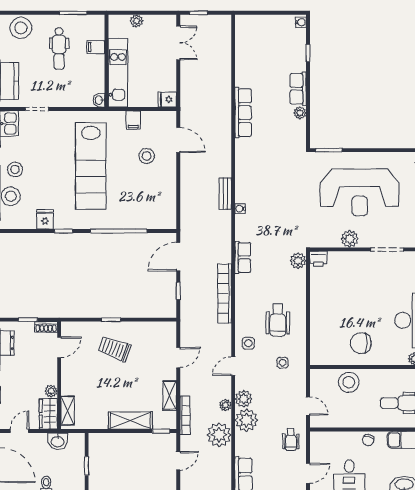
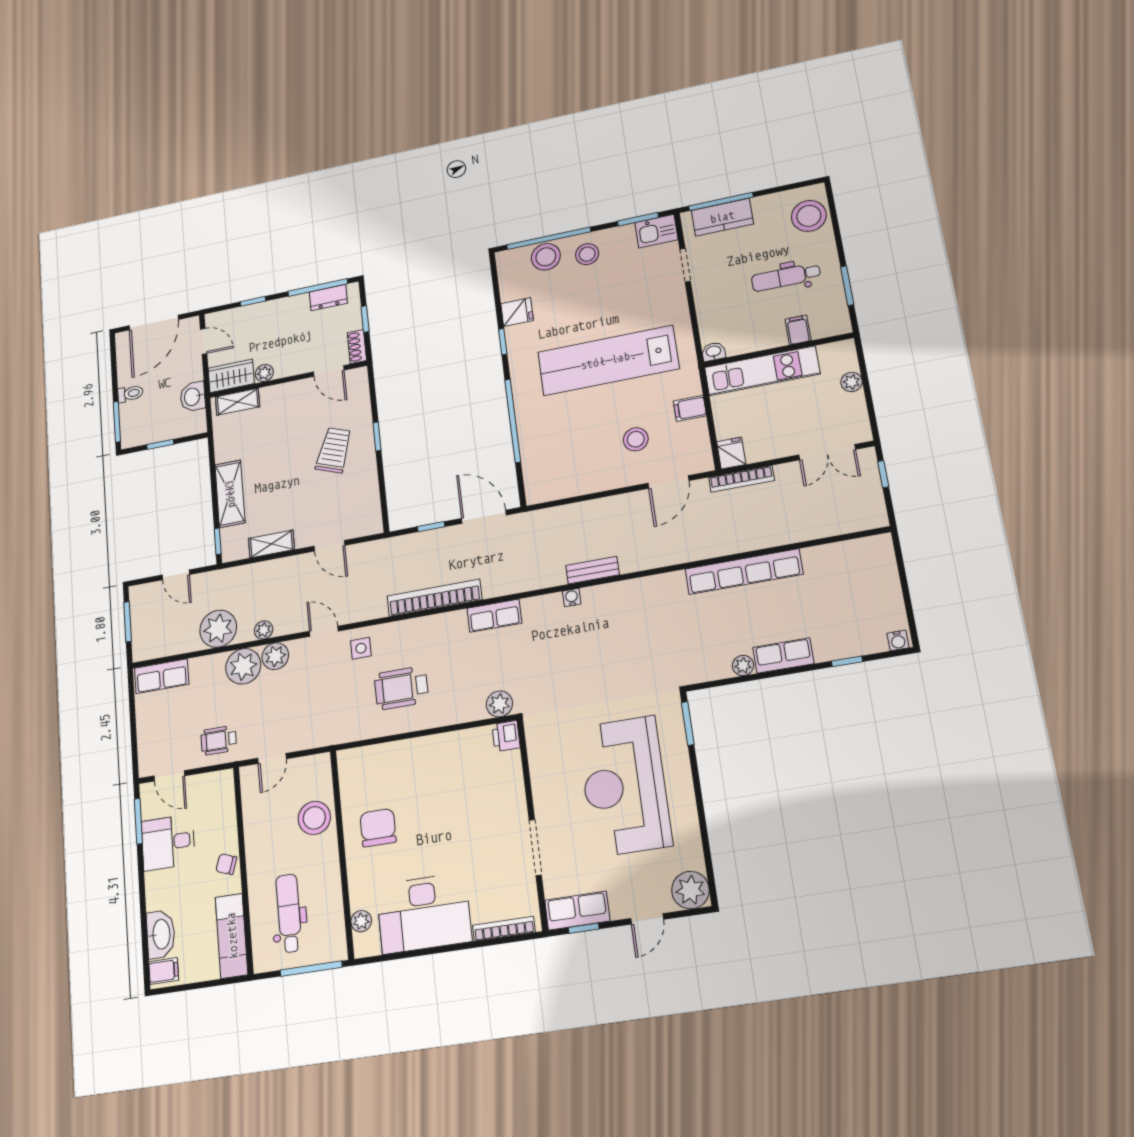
row of seats: (243, 113) -> (744, 572), width x1.36
plant: (350, 239) -> (545, 782), removed
side table: (283, 363) -> (336, 707), removed
bookcase: (185, 415) -> (742, 479), moved

